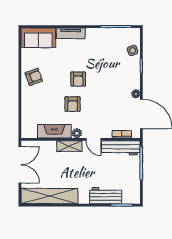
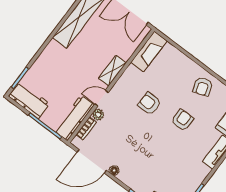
armchair: (78, 79) -> (182, 120), moved, turned 90
fireplace: (54, 131) -> (149, 52), moved
plant: (77, 133) -> (98, 115), moved
workbench: (106, 196) -> (29, 100), moved, turned -90

